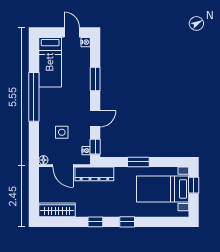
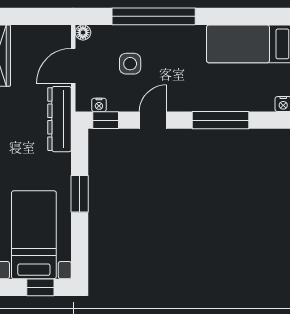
window: (95, 79) -> (220, 120), width x1.44
window: (34, 97) -> (154, 16), moved
door: (95, 119) -> (153, 120), swing flipped

